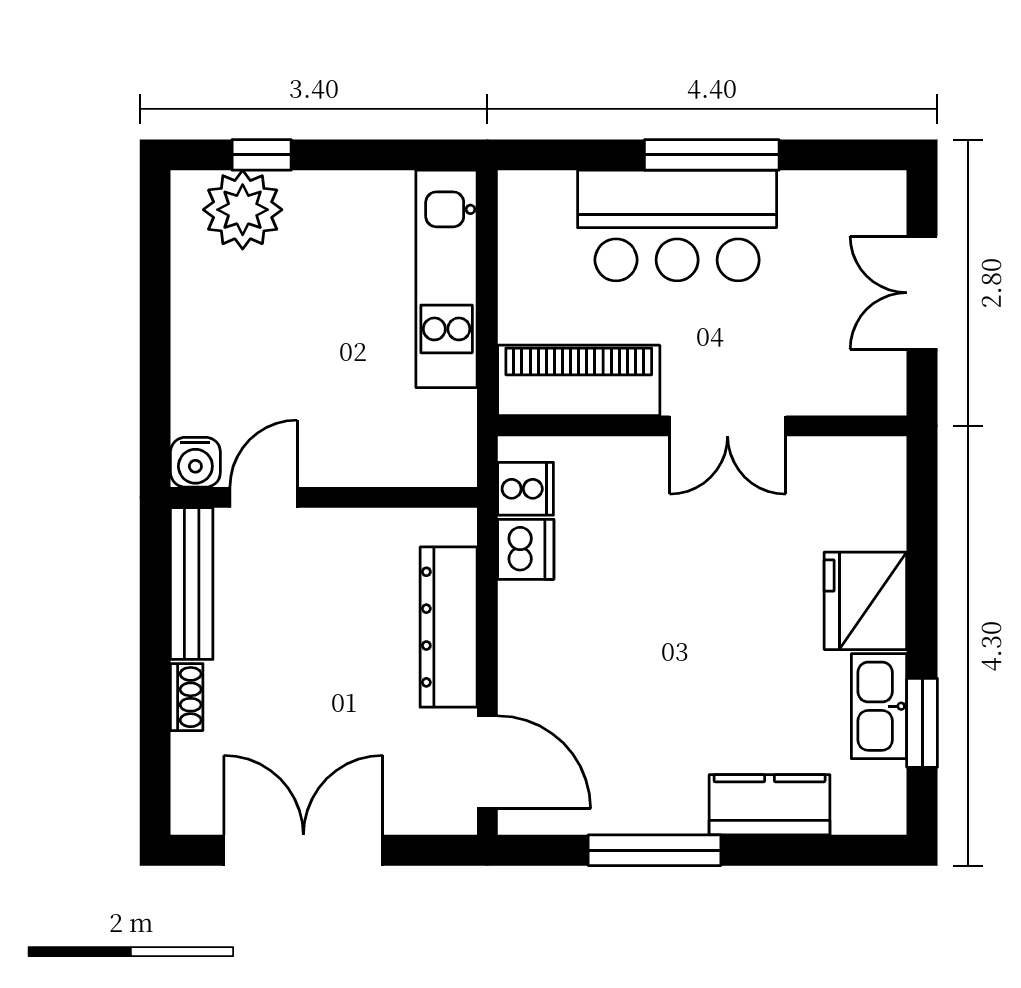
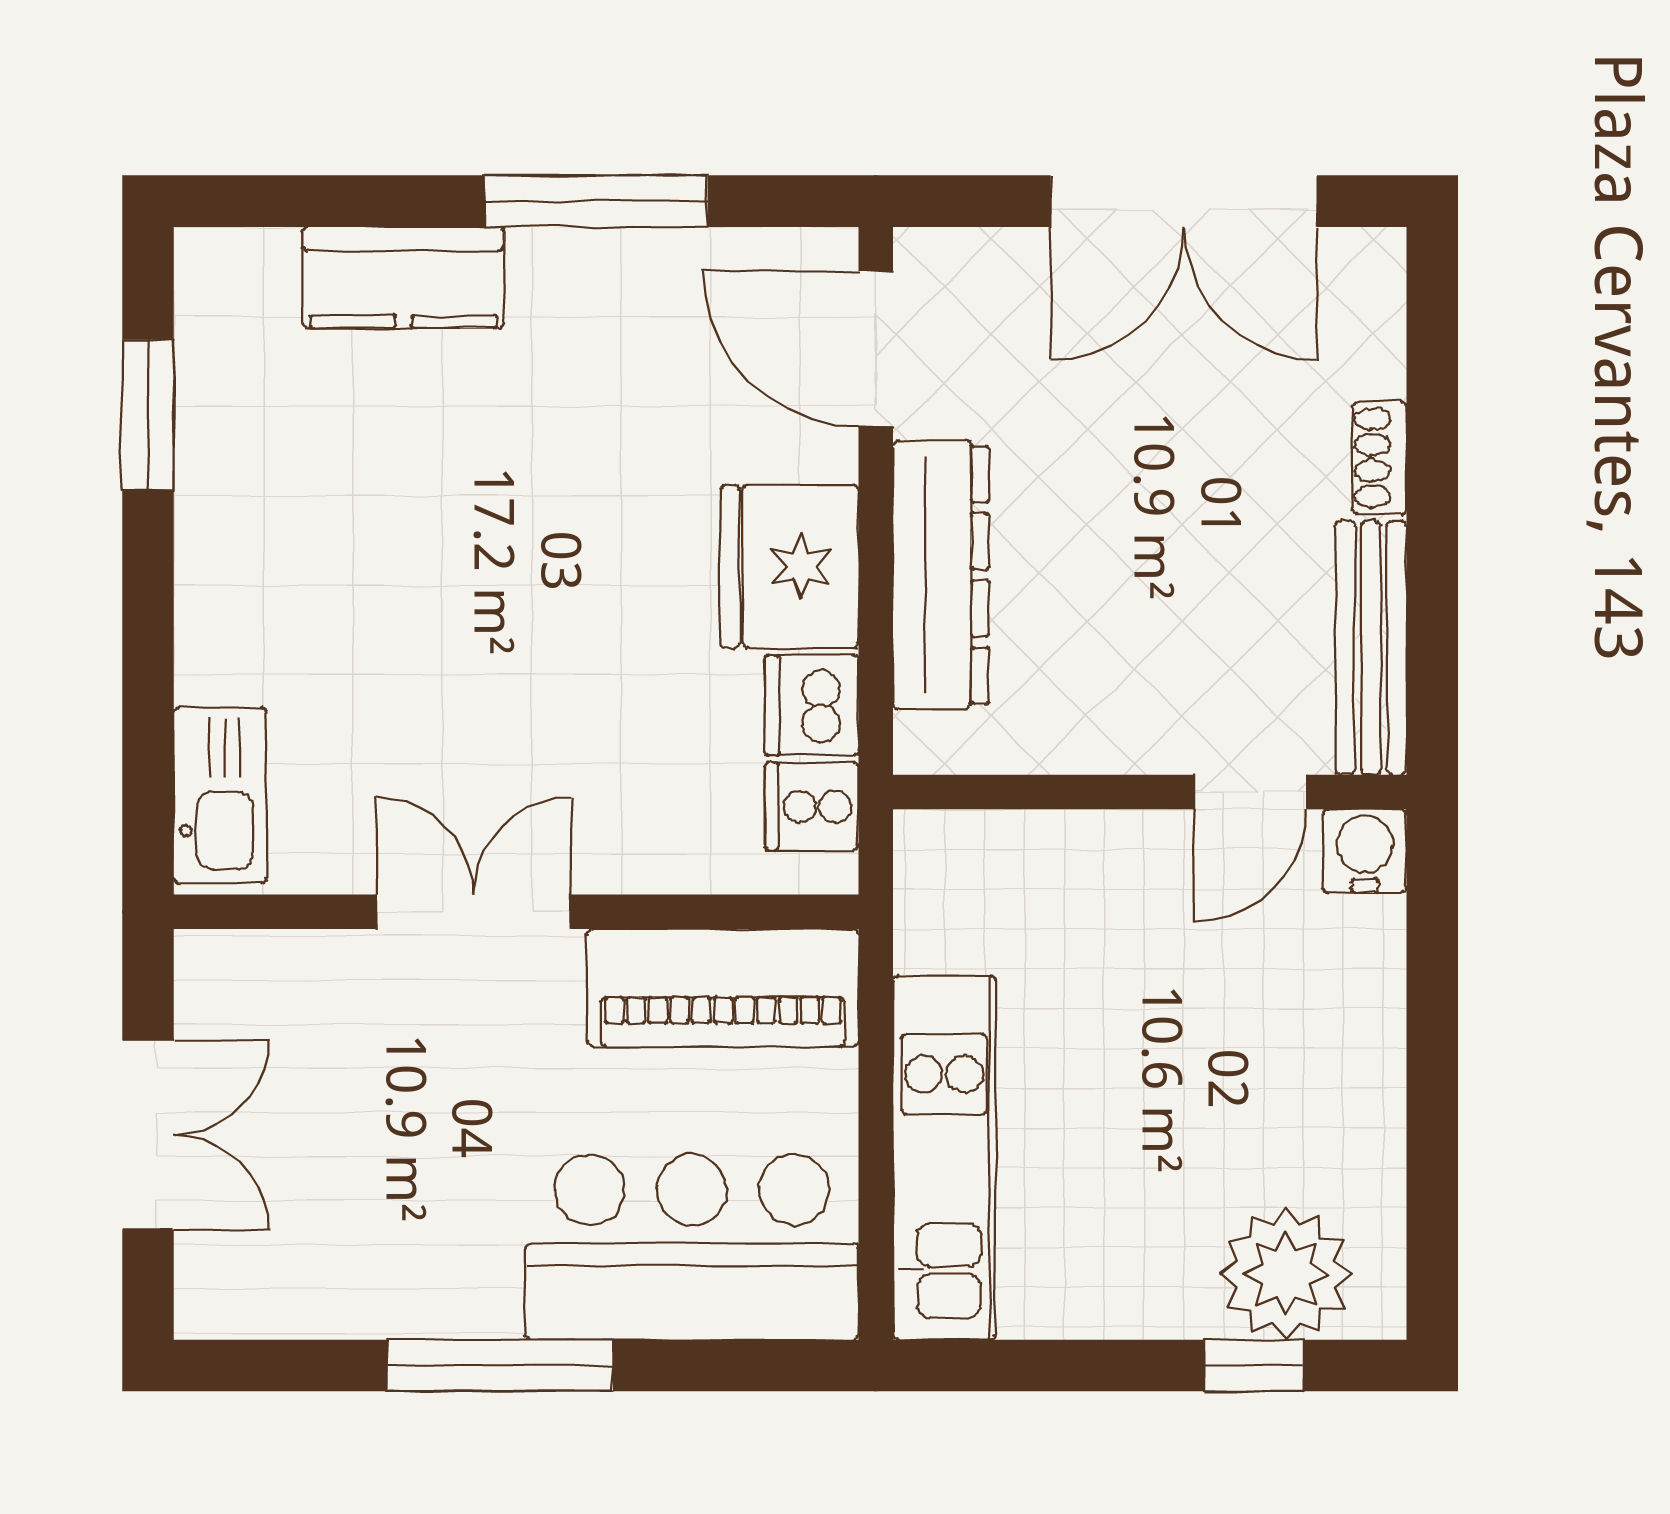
bar counter: (677, 226) -> (692, 1247), moved
fridge: (865, 601) -> (790, 566), moved, turned 180
kitchen sink: (879, 706) -> (220, 795), moved

